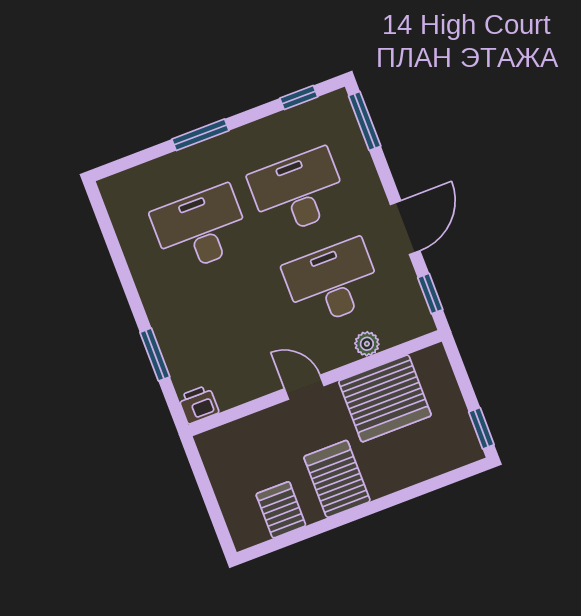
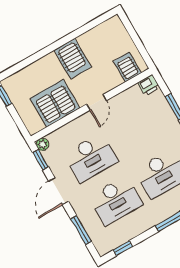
window: (365, 121) -> (81, 230), moved
plant: (367, 344) -> (42, 144), moved
door: (304, 387) -> (97, 102), hinge flipped
server rack: (281, 510) -> (127, 67), moved, turned 180

